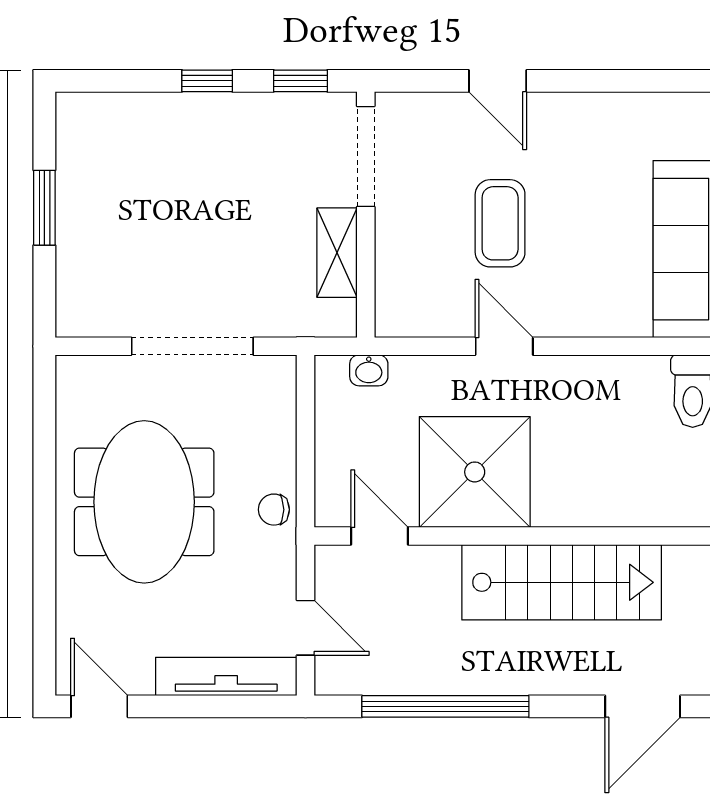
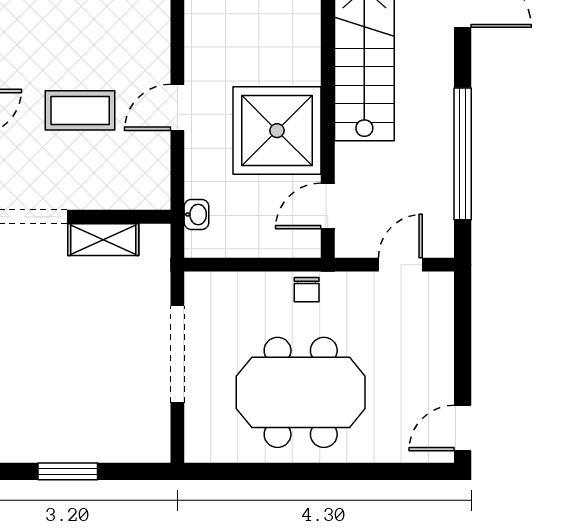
tv unit: (226, 677) -> (439, 327), removed

